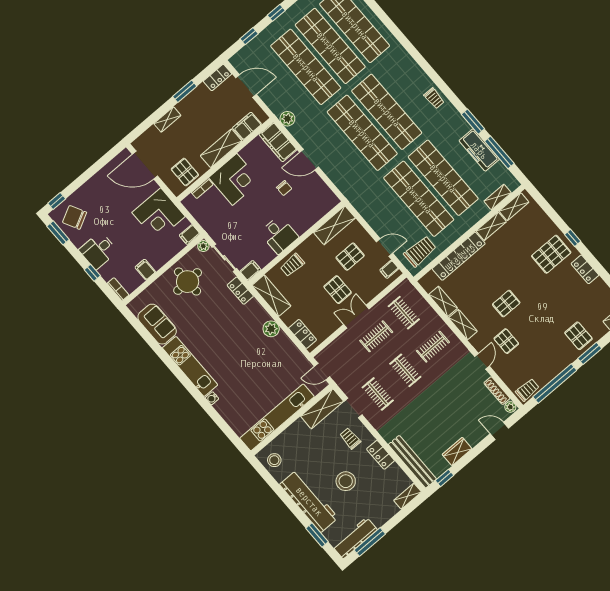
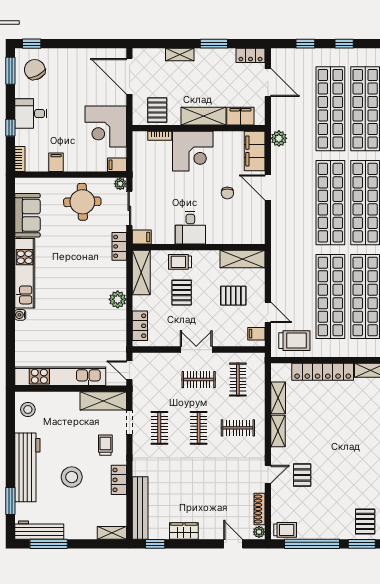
pallet: (338, 290) -> (182, 293), moved
pallet: (506, 304) -> (328, 444), removed

